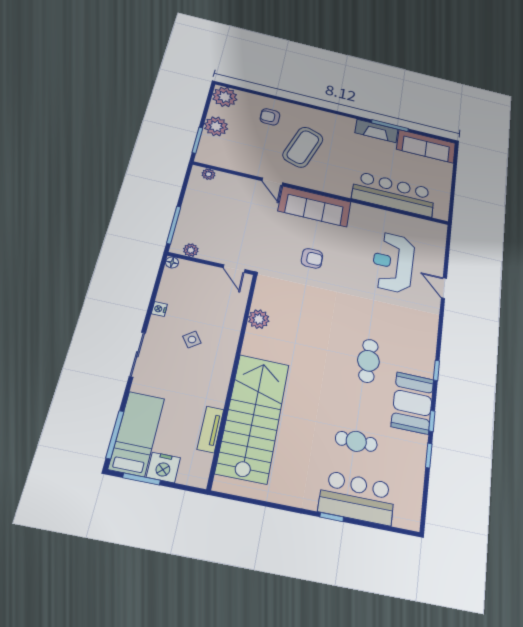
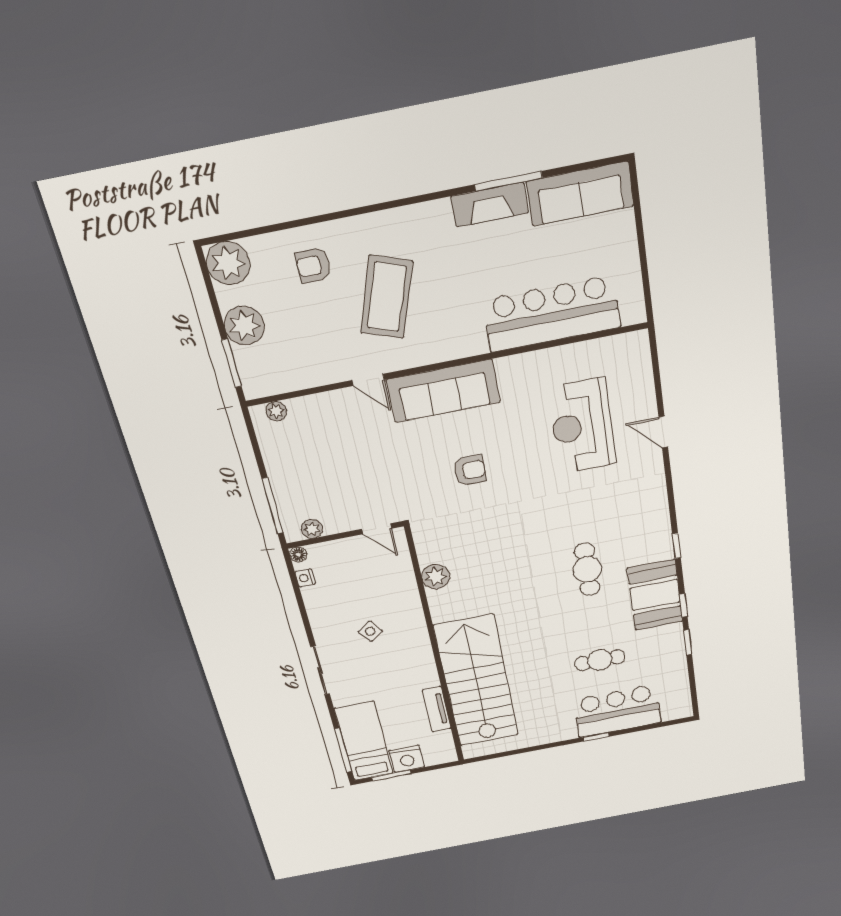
nightstand: (159, 309) -> (305, 578), moved

